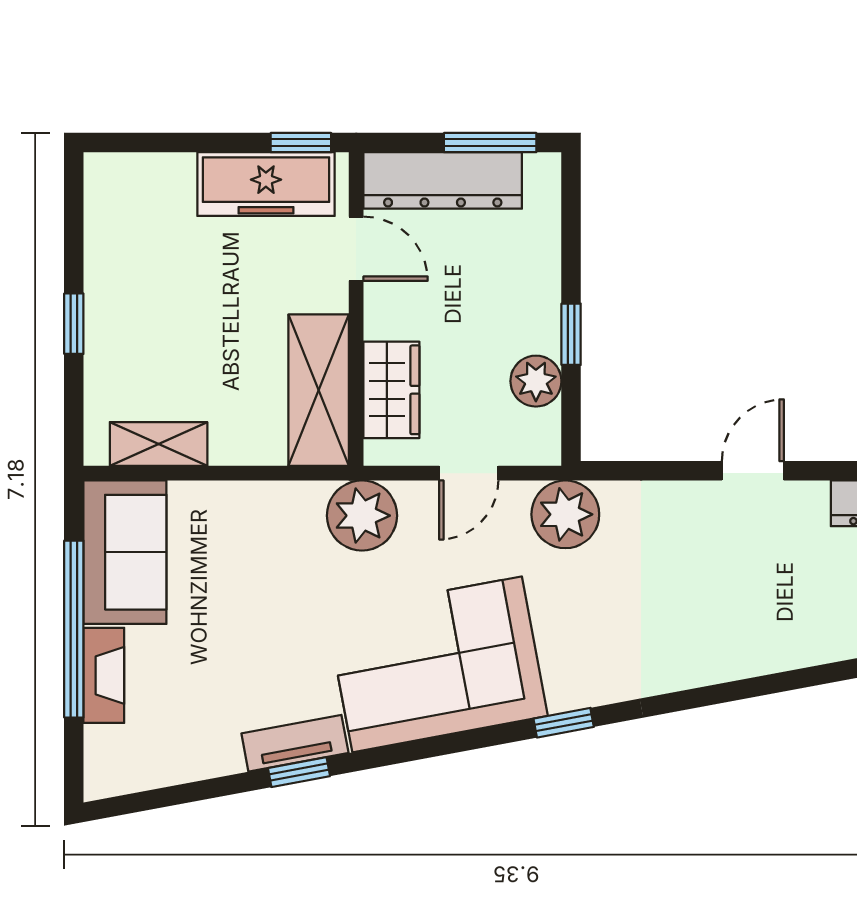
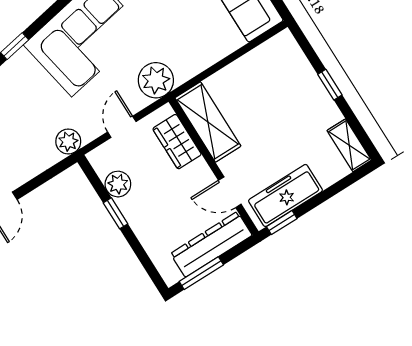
shelving: (159, 444) -> (349, 145), moved, turned 90
plant: (565, 514) -> (68, 141), width x0.73, depth x0.73

